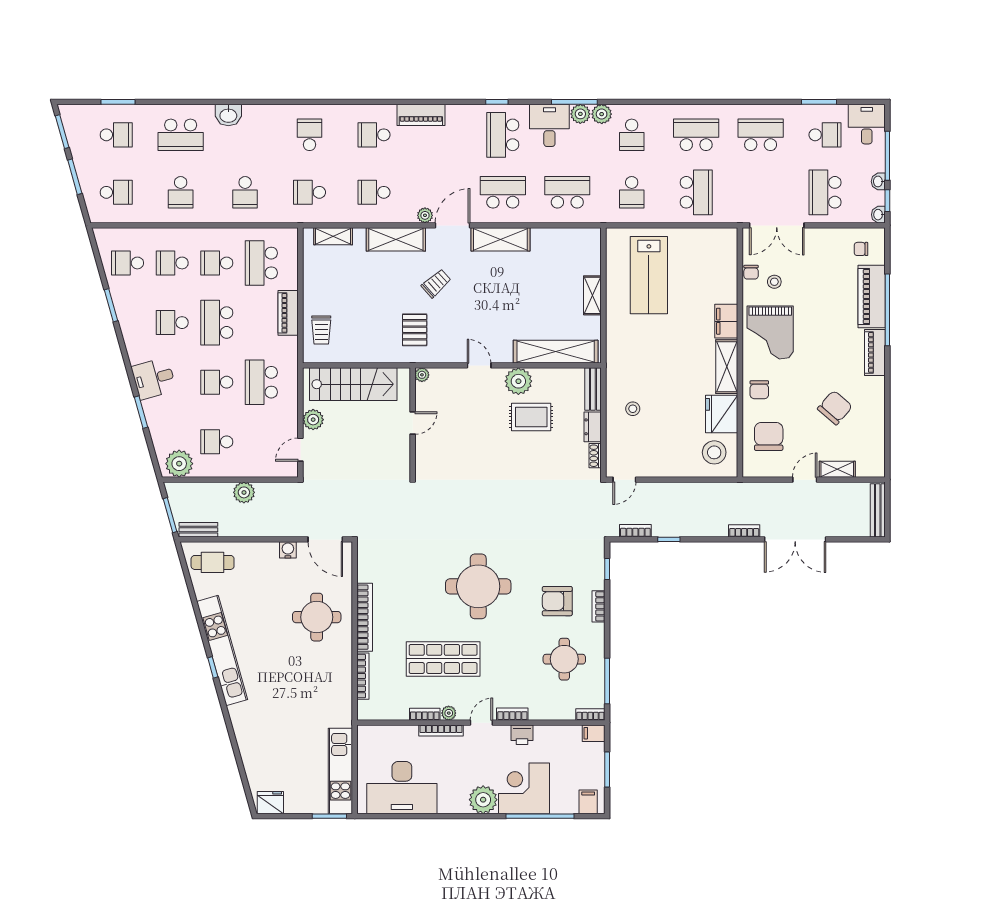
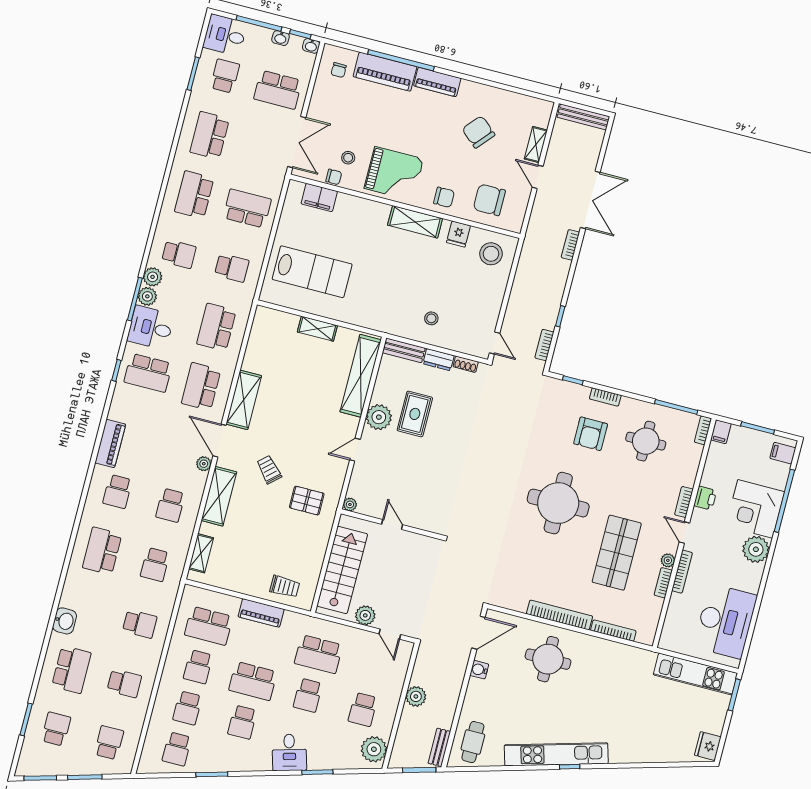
school desk: (310, 135) -> (102, 551), width x1.85
filing cabinet: (726, 321) -> (319, 197), moved
fridge: (722, 414) -> (458, 234), width x0.53, depth x0.75

